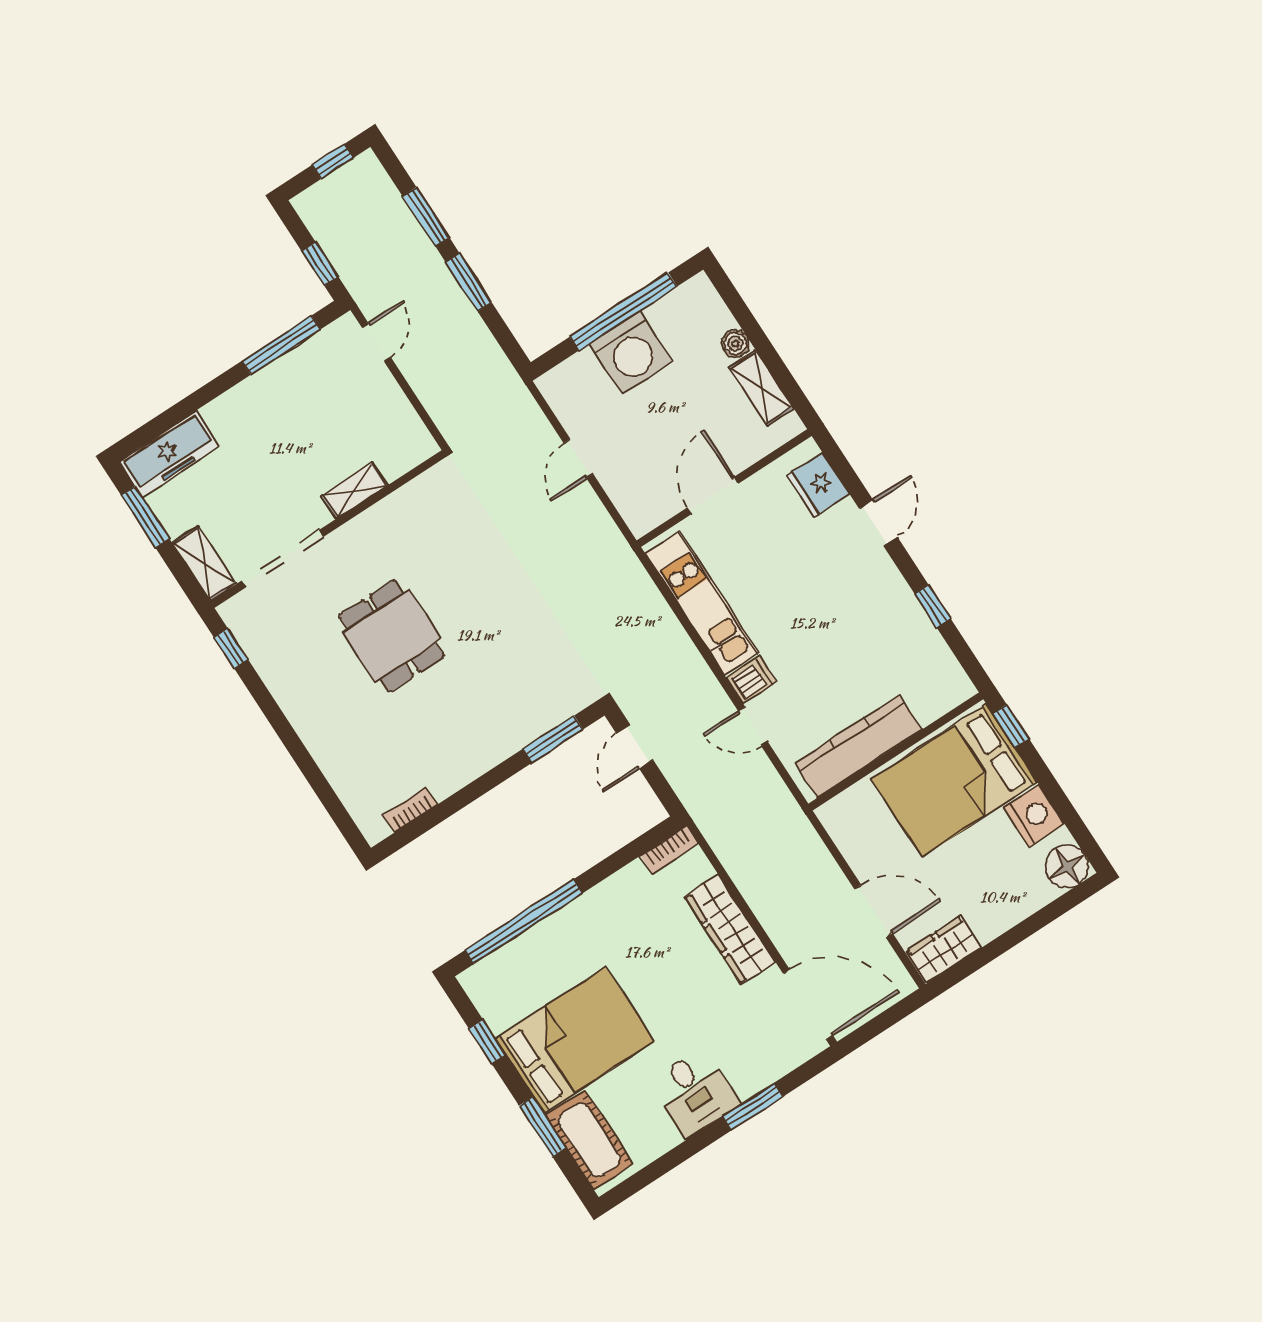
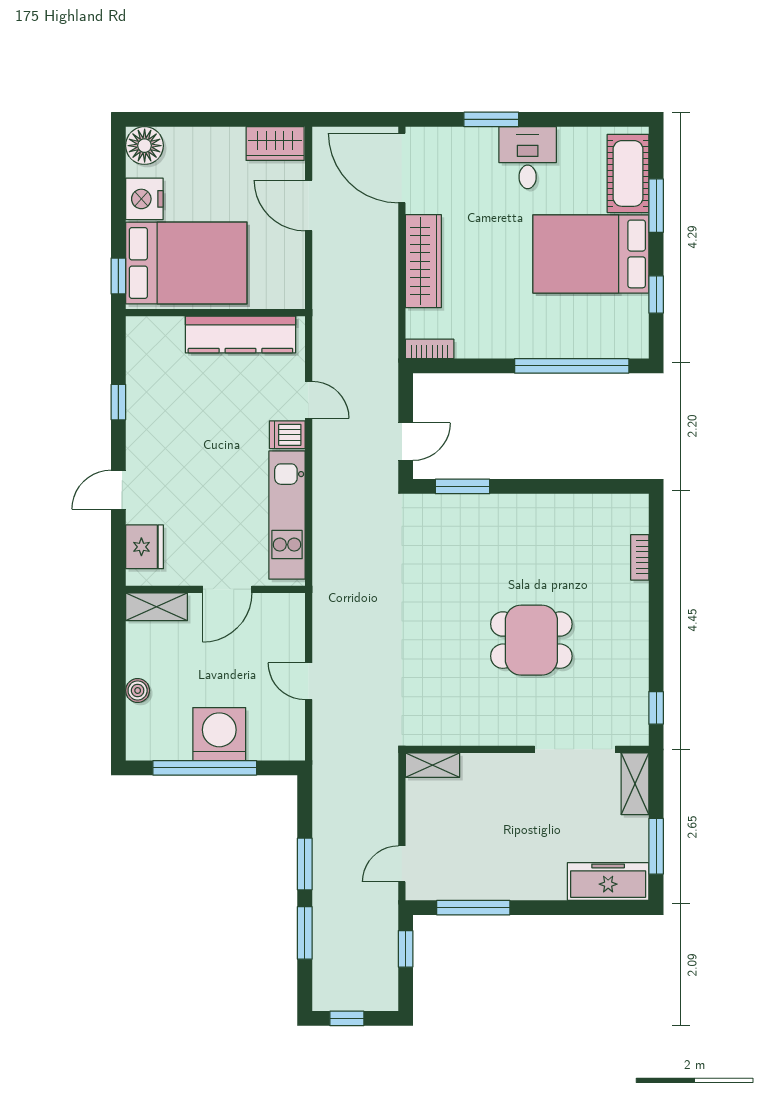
shelving: (761, 388) -> (157, 607), moved, turned 90
door: (578, 458) -> (309, 681), swing flipped
shelving: (355, 490) -> (432, 765), moved
dining table: (392, 636) -> (531, 640), turned 90
bookcase: (410, 810) -> (640, 557), moved, turned 90

